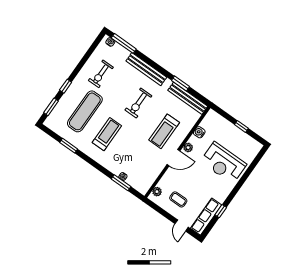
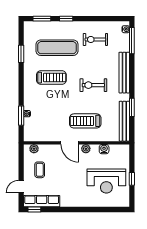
reception desk: (223, 163) -> (106, 181), moved, turned -90
window: (221, 211) -> (34, 210), moved

